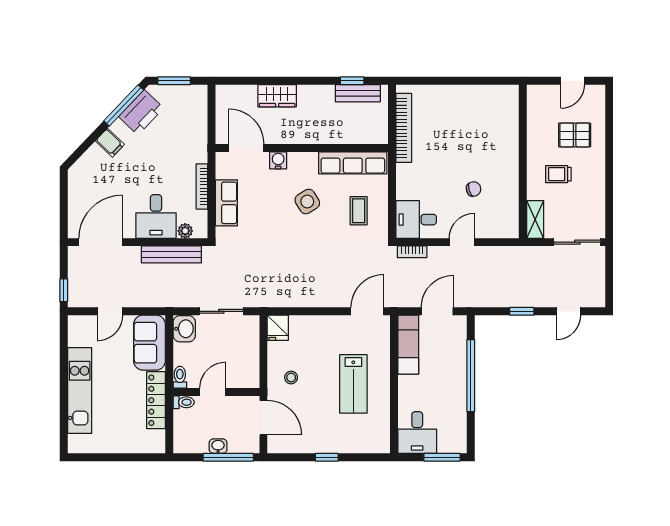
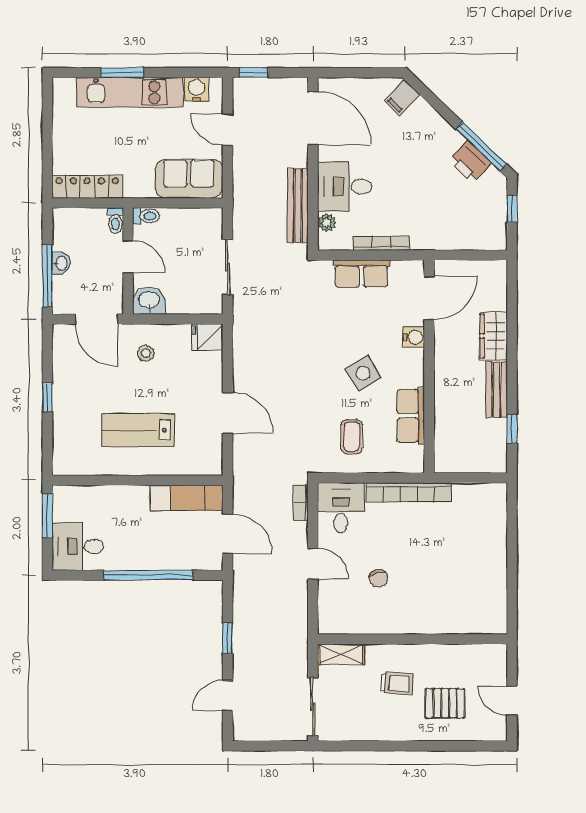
window: (174, 81) -> (512, 209), width x0.67
bench: (358, 93) -> (497, 389), moved
printer: (141, 112) -> (470, 162), width x0.73, depth x0.84
bookcase: (404, 128) -> (408, 492), moved
pallet: (575, 135) -> (445, 703), turned 90
filing cabinet: (110, 143) -> (402, 98), moved
row of seats: (353, 163) -> (411, 416), width x0.68
trolley: (558, 174) -> (397, 683), turned 94
coffee table: (359, 211) -> (352, 437), turned 90
door: (367, 311) -> (228, 413), moved
door: (568, 311) -> (228, 695), hinge flipped
washbasin: (184, 329) -> (149, 301), moved, turned 180
water cooler: (77, 336) -> (197, 89), added
window: (64, 397) -> (122, 73), added
locker: (156, 400) -> (87, 187), moved
door: (263, 418) -> (96, 319), hinge flipped
desk: (417, 433) -> (78, 547), moved
window: (442, 457) -> (47, 516), moved

